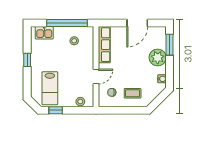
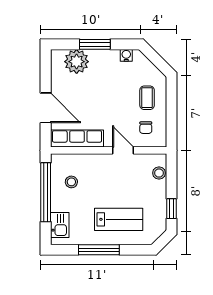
door: (137, 23) -> (46, 108), moved
window: (169, 45) -> (95, 44), moved
plant: (158, 57) -> (77, 62), moved
window: (27, 60) -> (99, 250), width x2.17
lab bench: (50, 88) -> (119, 219), moved

